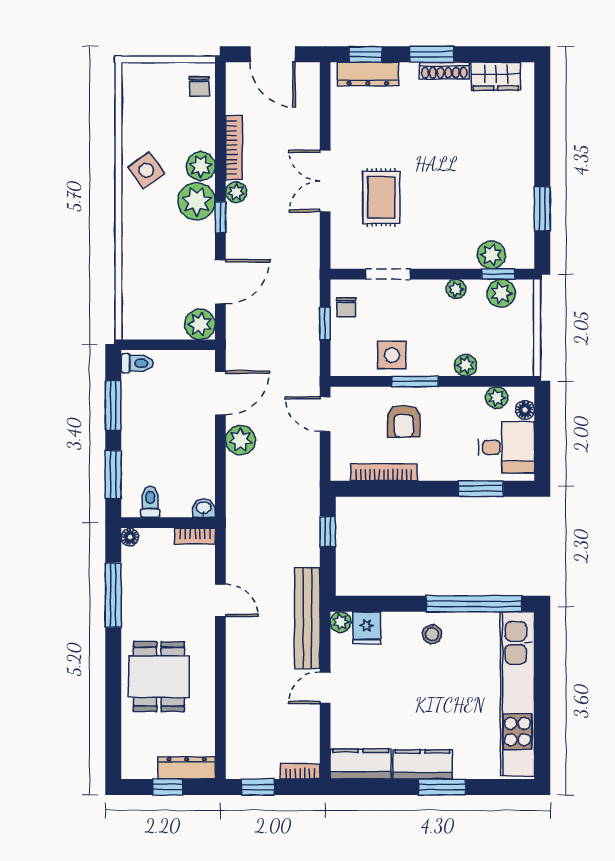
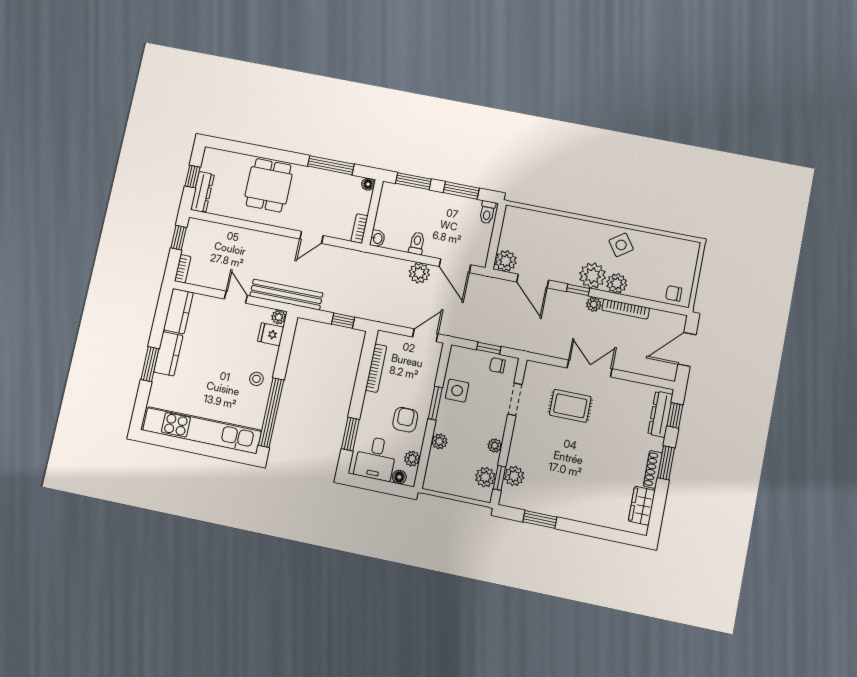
armchair: (404, 421) -> (405, 420), moved, turned 90
toilet: (150, 502) -> (417, 243), moved, turned -90
dining table: (159, 677) -> (269, 185), turned 90

